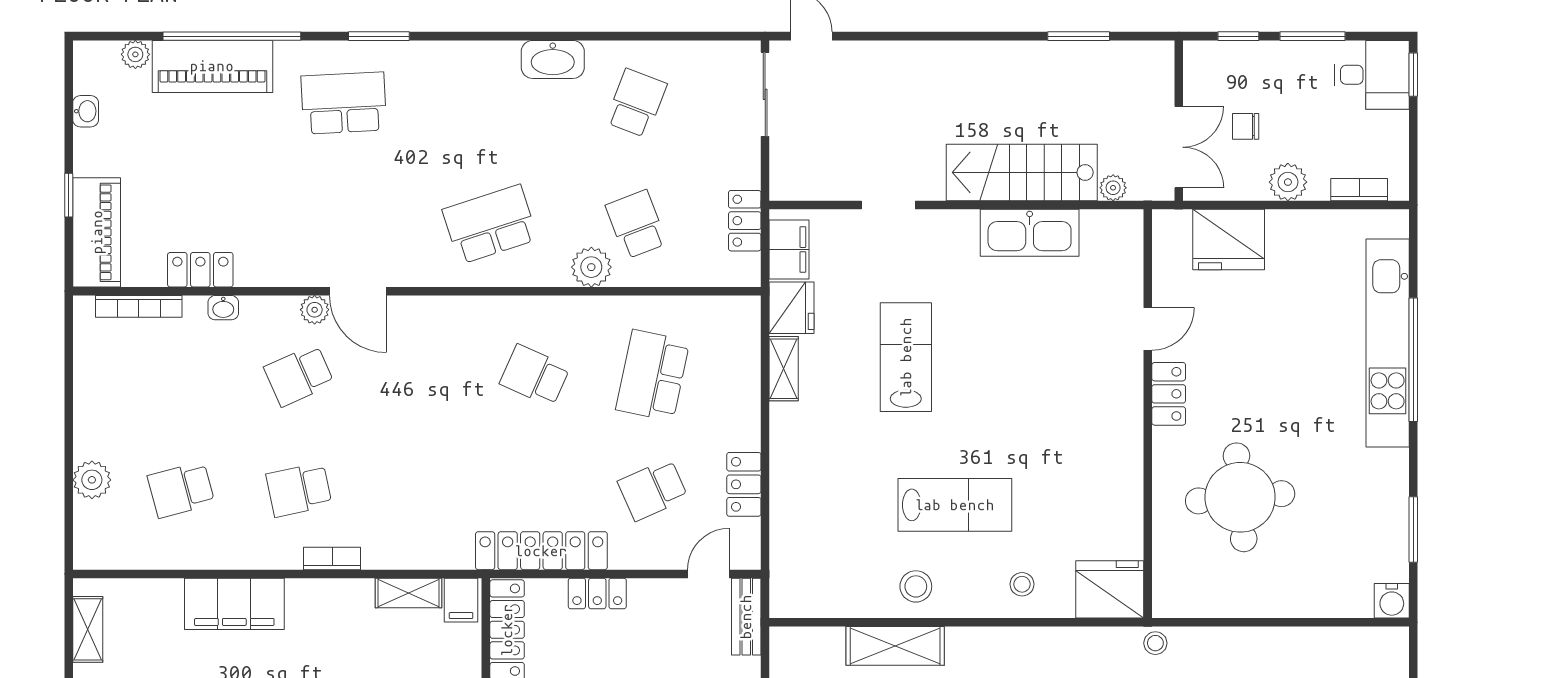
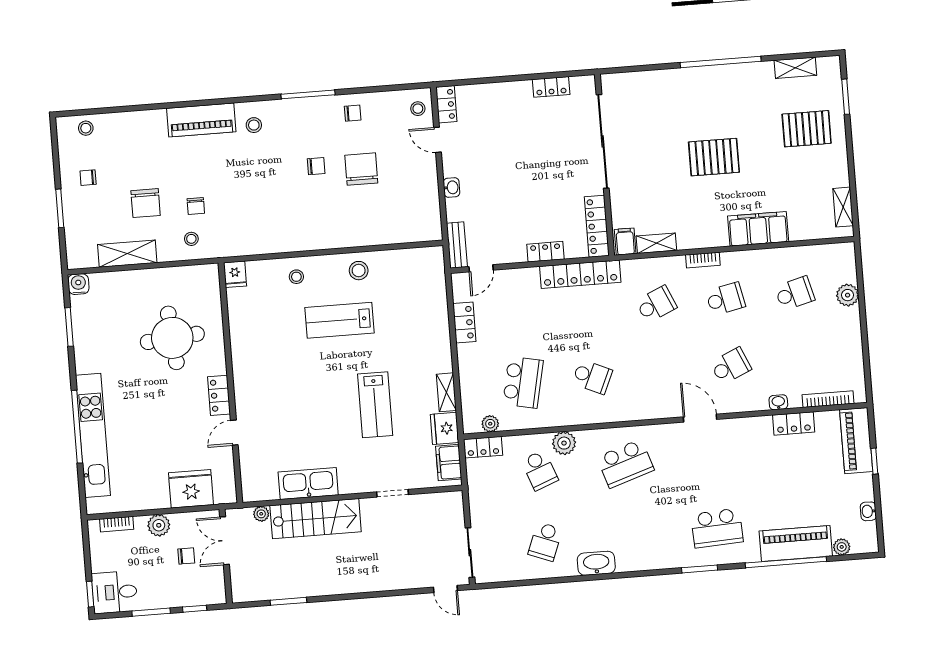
locker: (745, 221) -> (483, 447), moved, turned 90
plant: (315, 310) -> (490, 424), moved
school desk: (653, 490) -> (656, 304), moved
fridge: (1110, 589) -> (235, 274), width x0.53, depth x0.75
stool: (1155, 643) -> (191, 239), moved
shelving: (895, 646) -> (127, 254), moved

